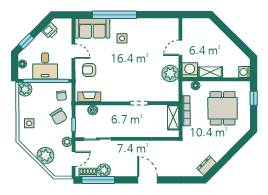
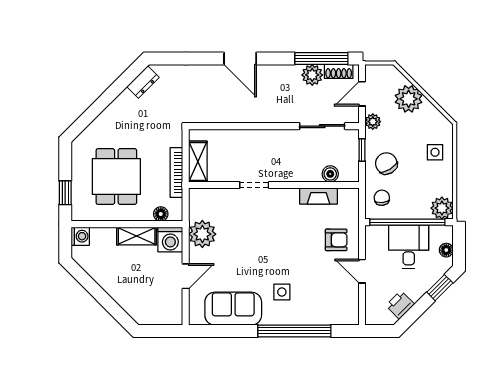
sofa: (92, 28) -> (233, 309), moved
fireplace: (89, 97) -> (318, 196), moved

